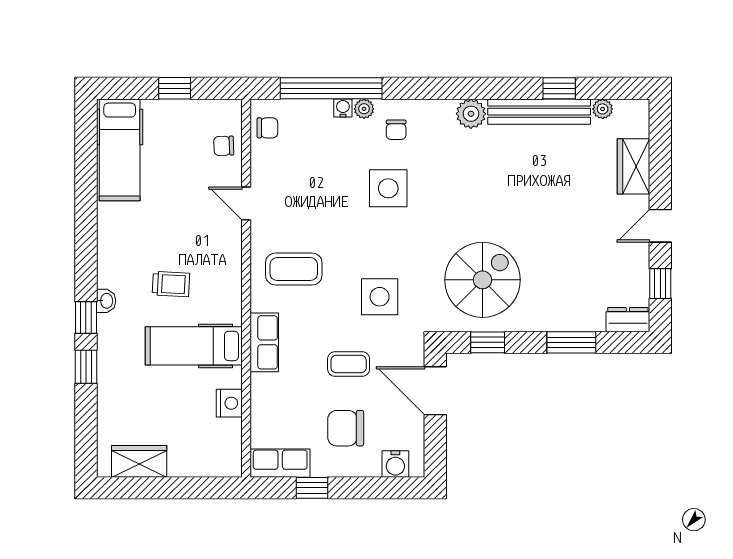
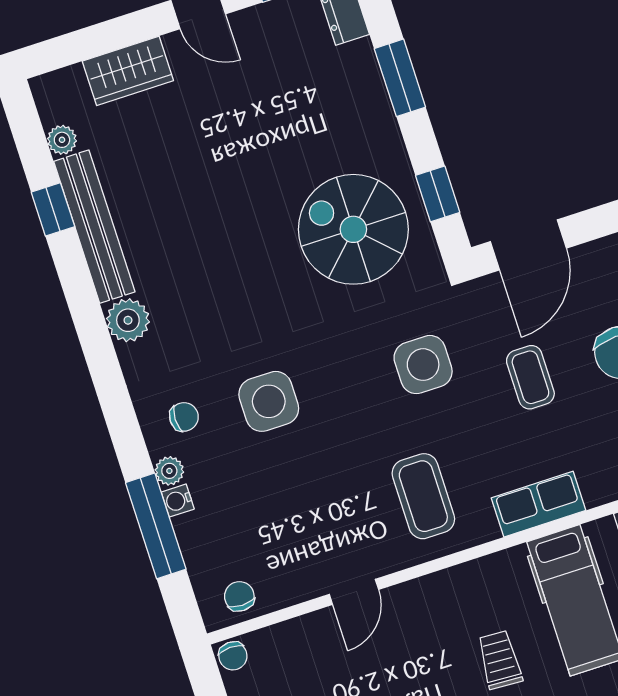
window: (331, 88) -> (156, 526), width x0.68
chair: (224, 146) -> (233, 656), moved

